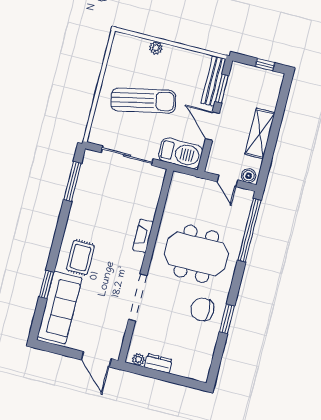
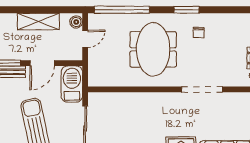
fireplace: (143, 236) -> (149, 98), removed
chair: (202, 309) -> (199, 32), width x0.54, depth x0.54
window: (227, 319) -> (187, 10), moved

